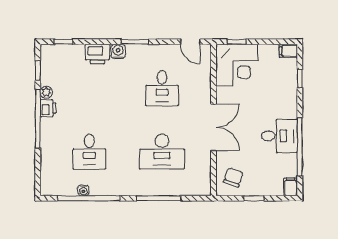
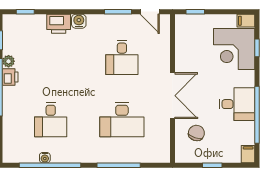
window: (135, 42) -> (118, 12), moved
corner desk: (237, 65) -> (234, 49), moved, turned 90
chair: (233, 177) -> (196, 133), moved

